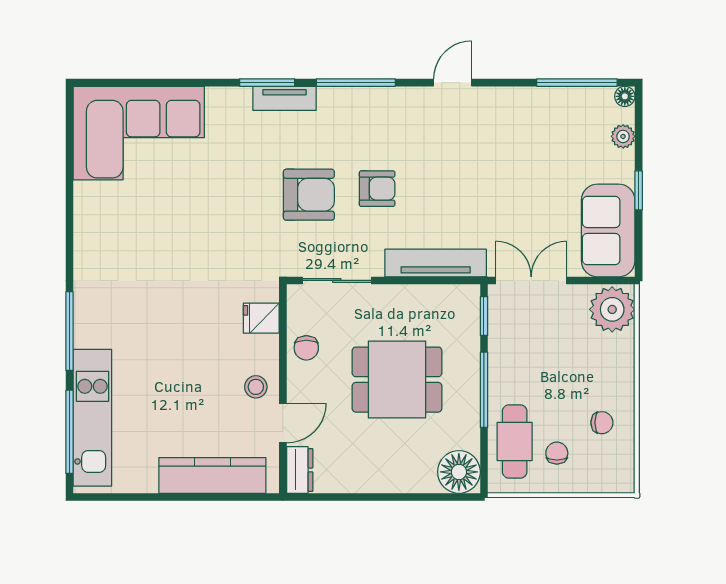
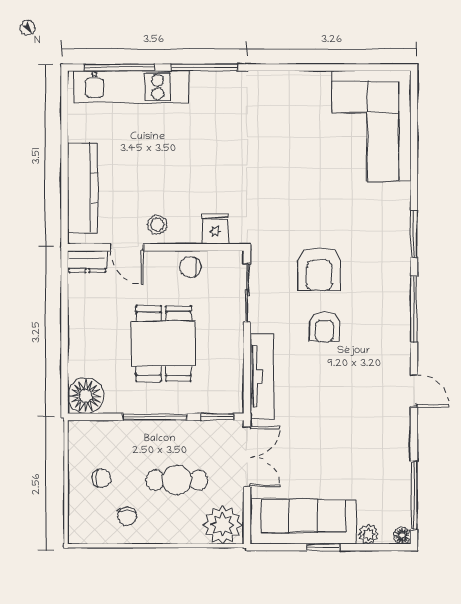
tv unit: (284, 98) -> (401, 249), removed
sofa: (608, 230) -> (303, 522), width x1.36
cafe table: (515, 442) -> (177, 480), moved

